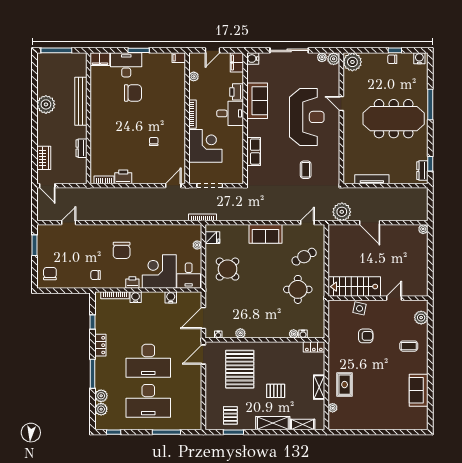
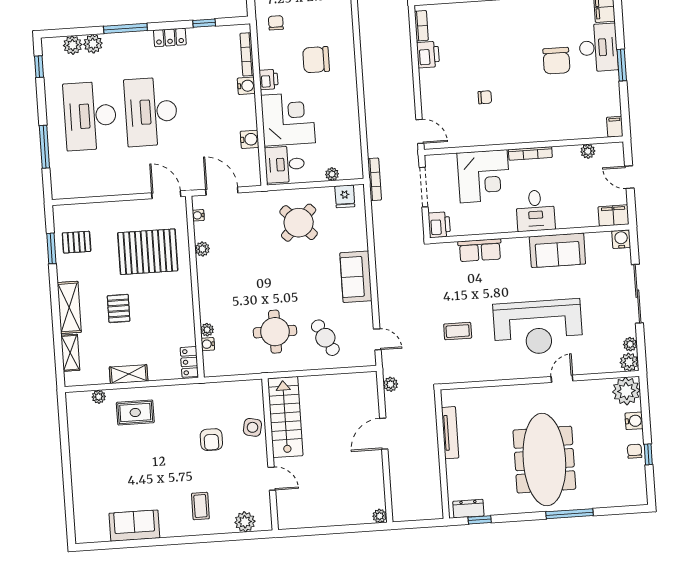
water cooler: (419, 58) -> (634, 421), moved
printer: (237, 92) -> (439, 225), moved, turned 90
plant: (342, 212) -> (391, 384), width x0.53, depth x0.53

